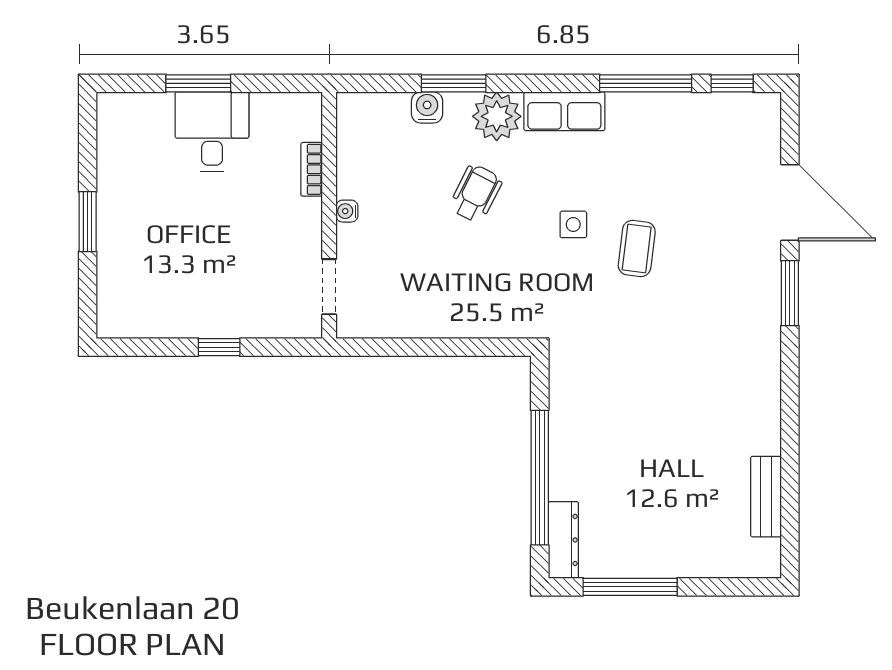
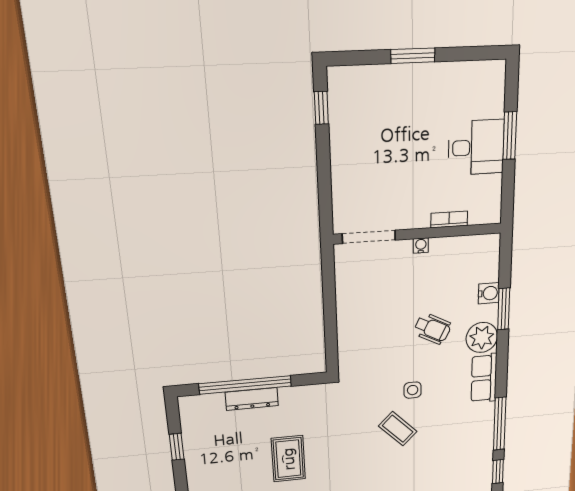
coffee table: (637, 248) -> (398, 429), turned 38
doorway: (329, 287) -> (369, 237), width x1.38
window: (219, 347) -> (321, 108), moved
rug: (669, 421) -> (288, 459), added
dresser: (563, 540) -> (252, 399), moved
window: (630, 587) -> (177, 447), width x0.46

